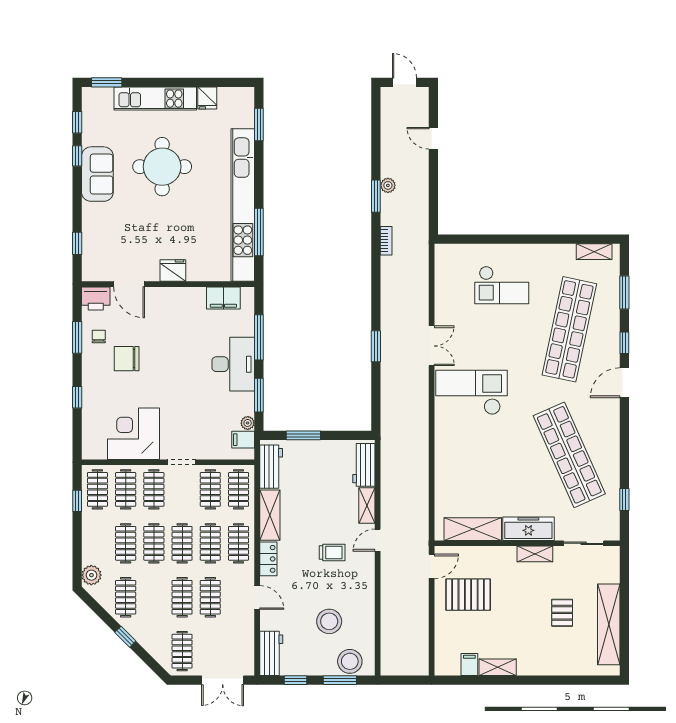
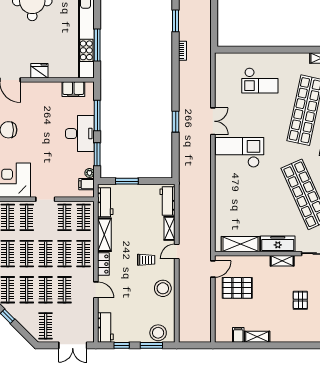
plant: (388, 185) -> (184, 14), removed
clothes rail: (154, 597) -> (27, 290), added
stool: (329, 621) -> (163, 288), moved

